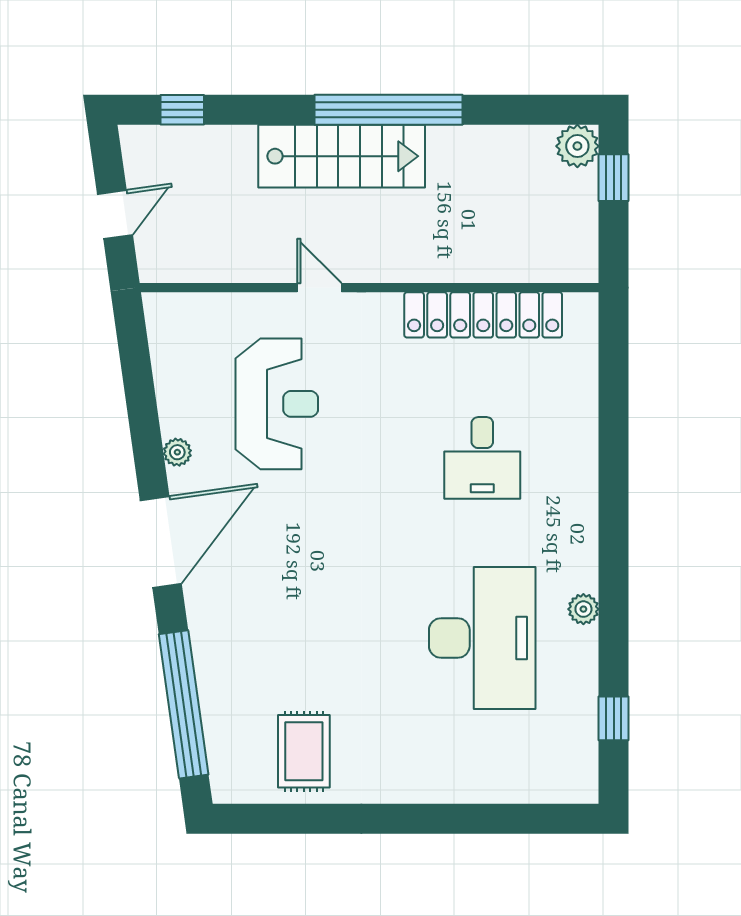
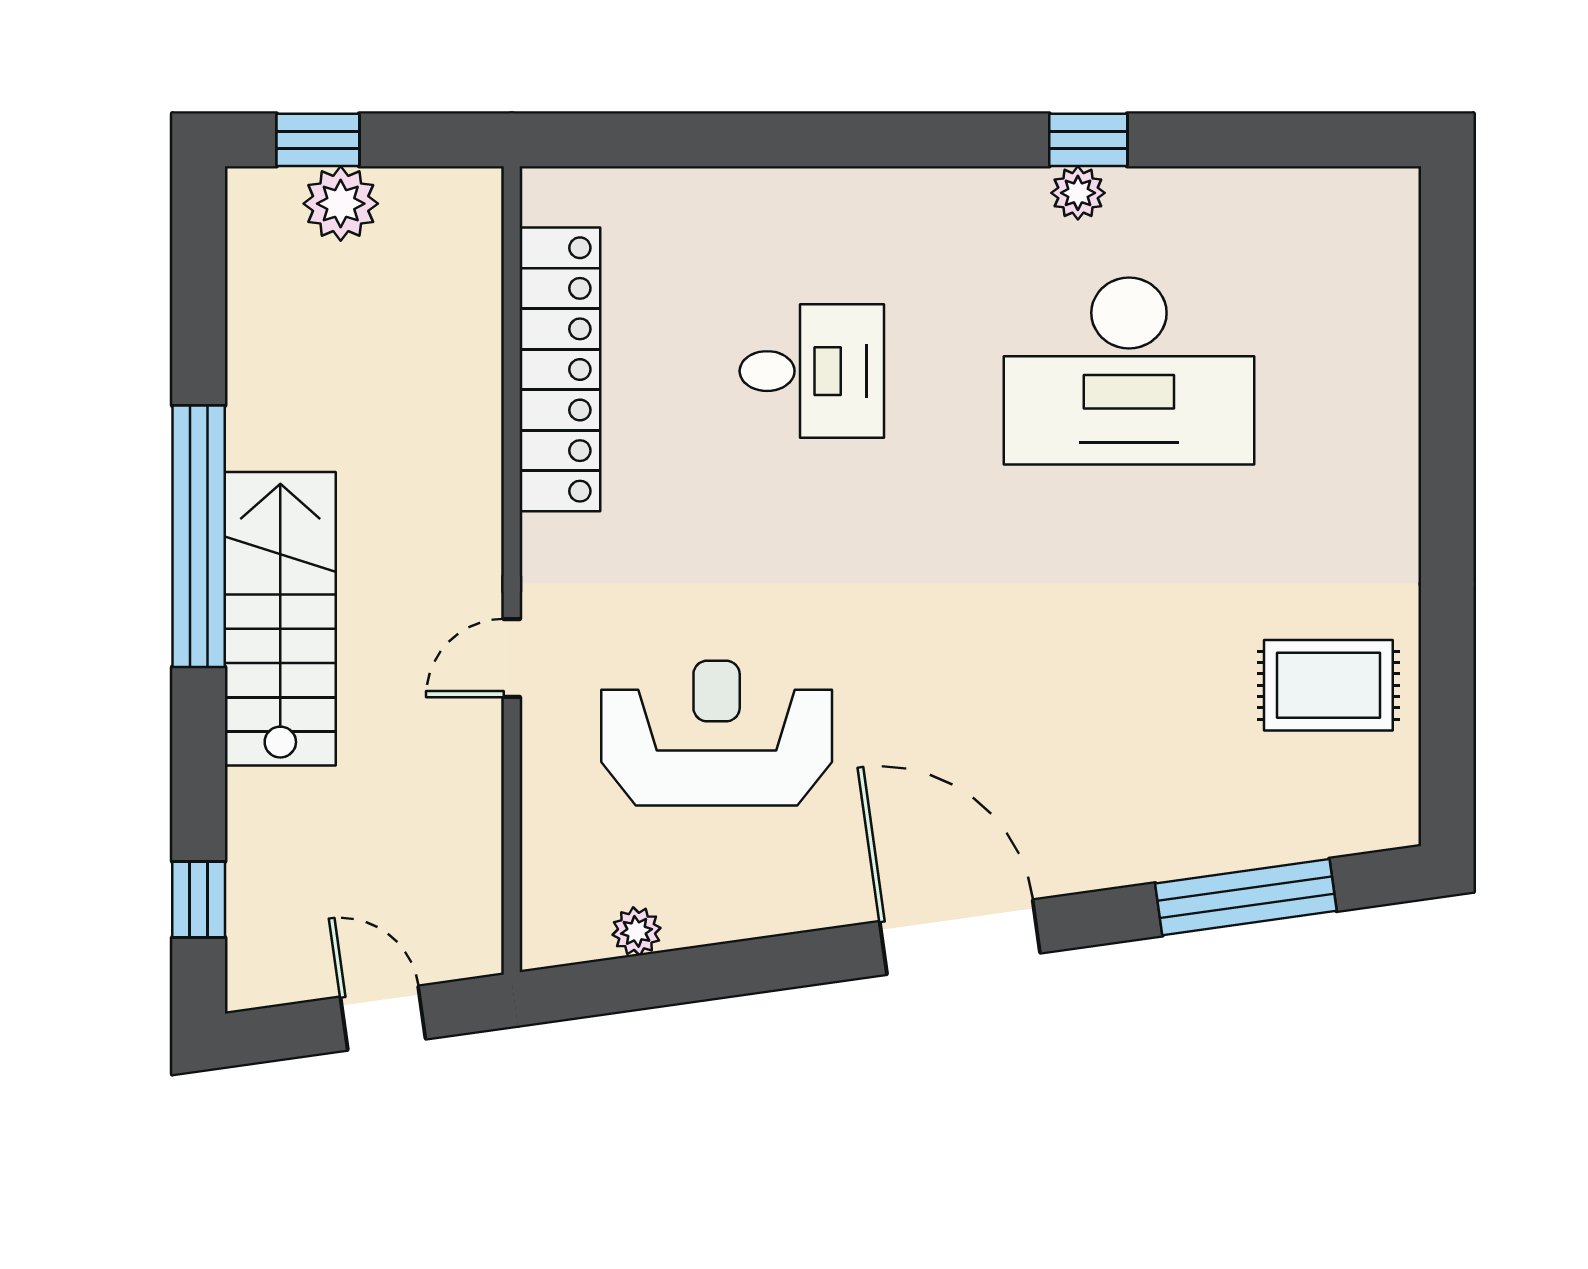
plant: (577, 146) -> (341, 204), moved
plant: (177, 452) -> (637, 931), moved
desk: (482, 638) -> (1129, 371), turned 180
window: (184, 704) -> (1246, 897), width x0.68
window: (614, 718) -> (1088, 140), moved

